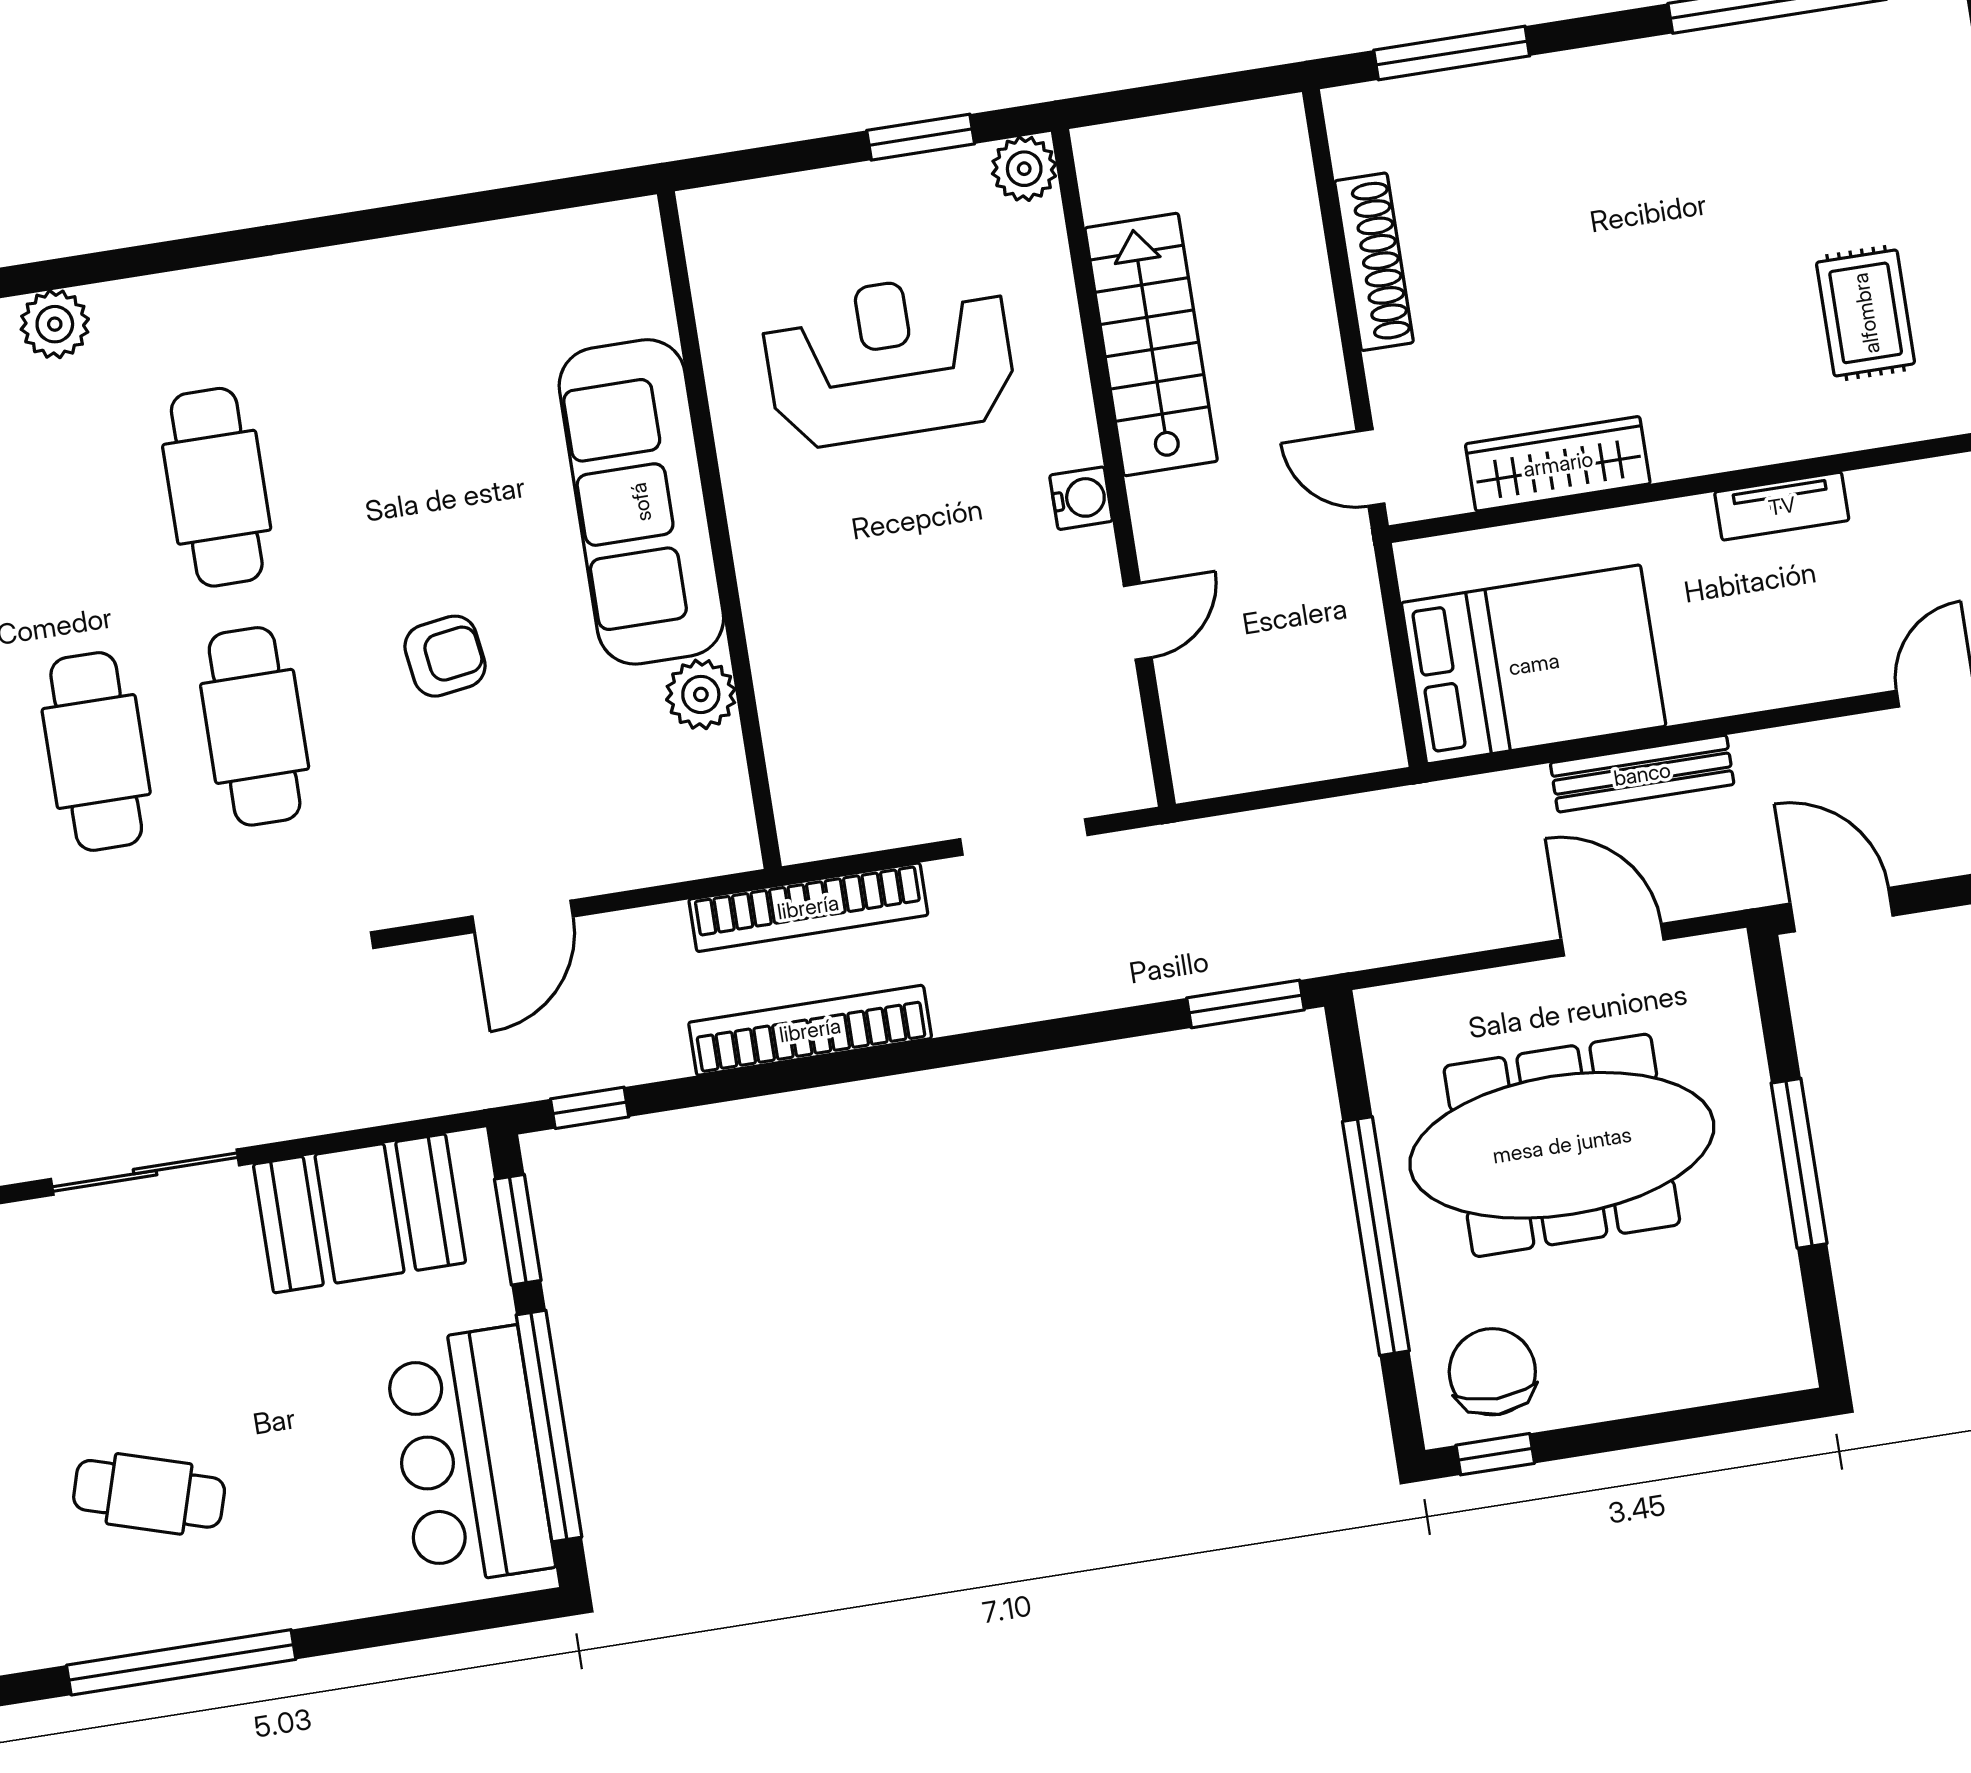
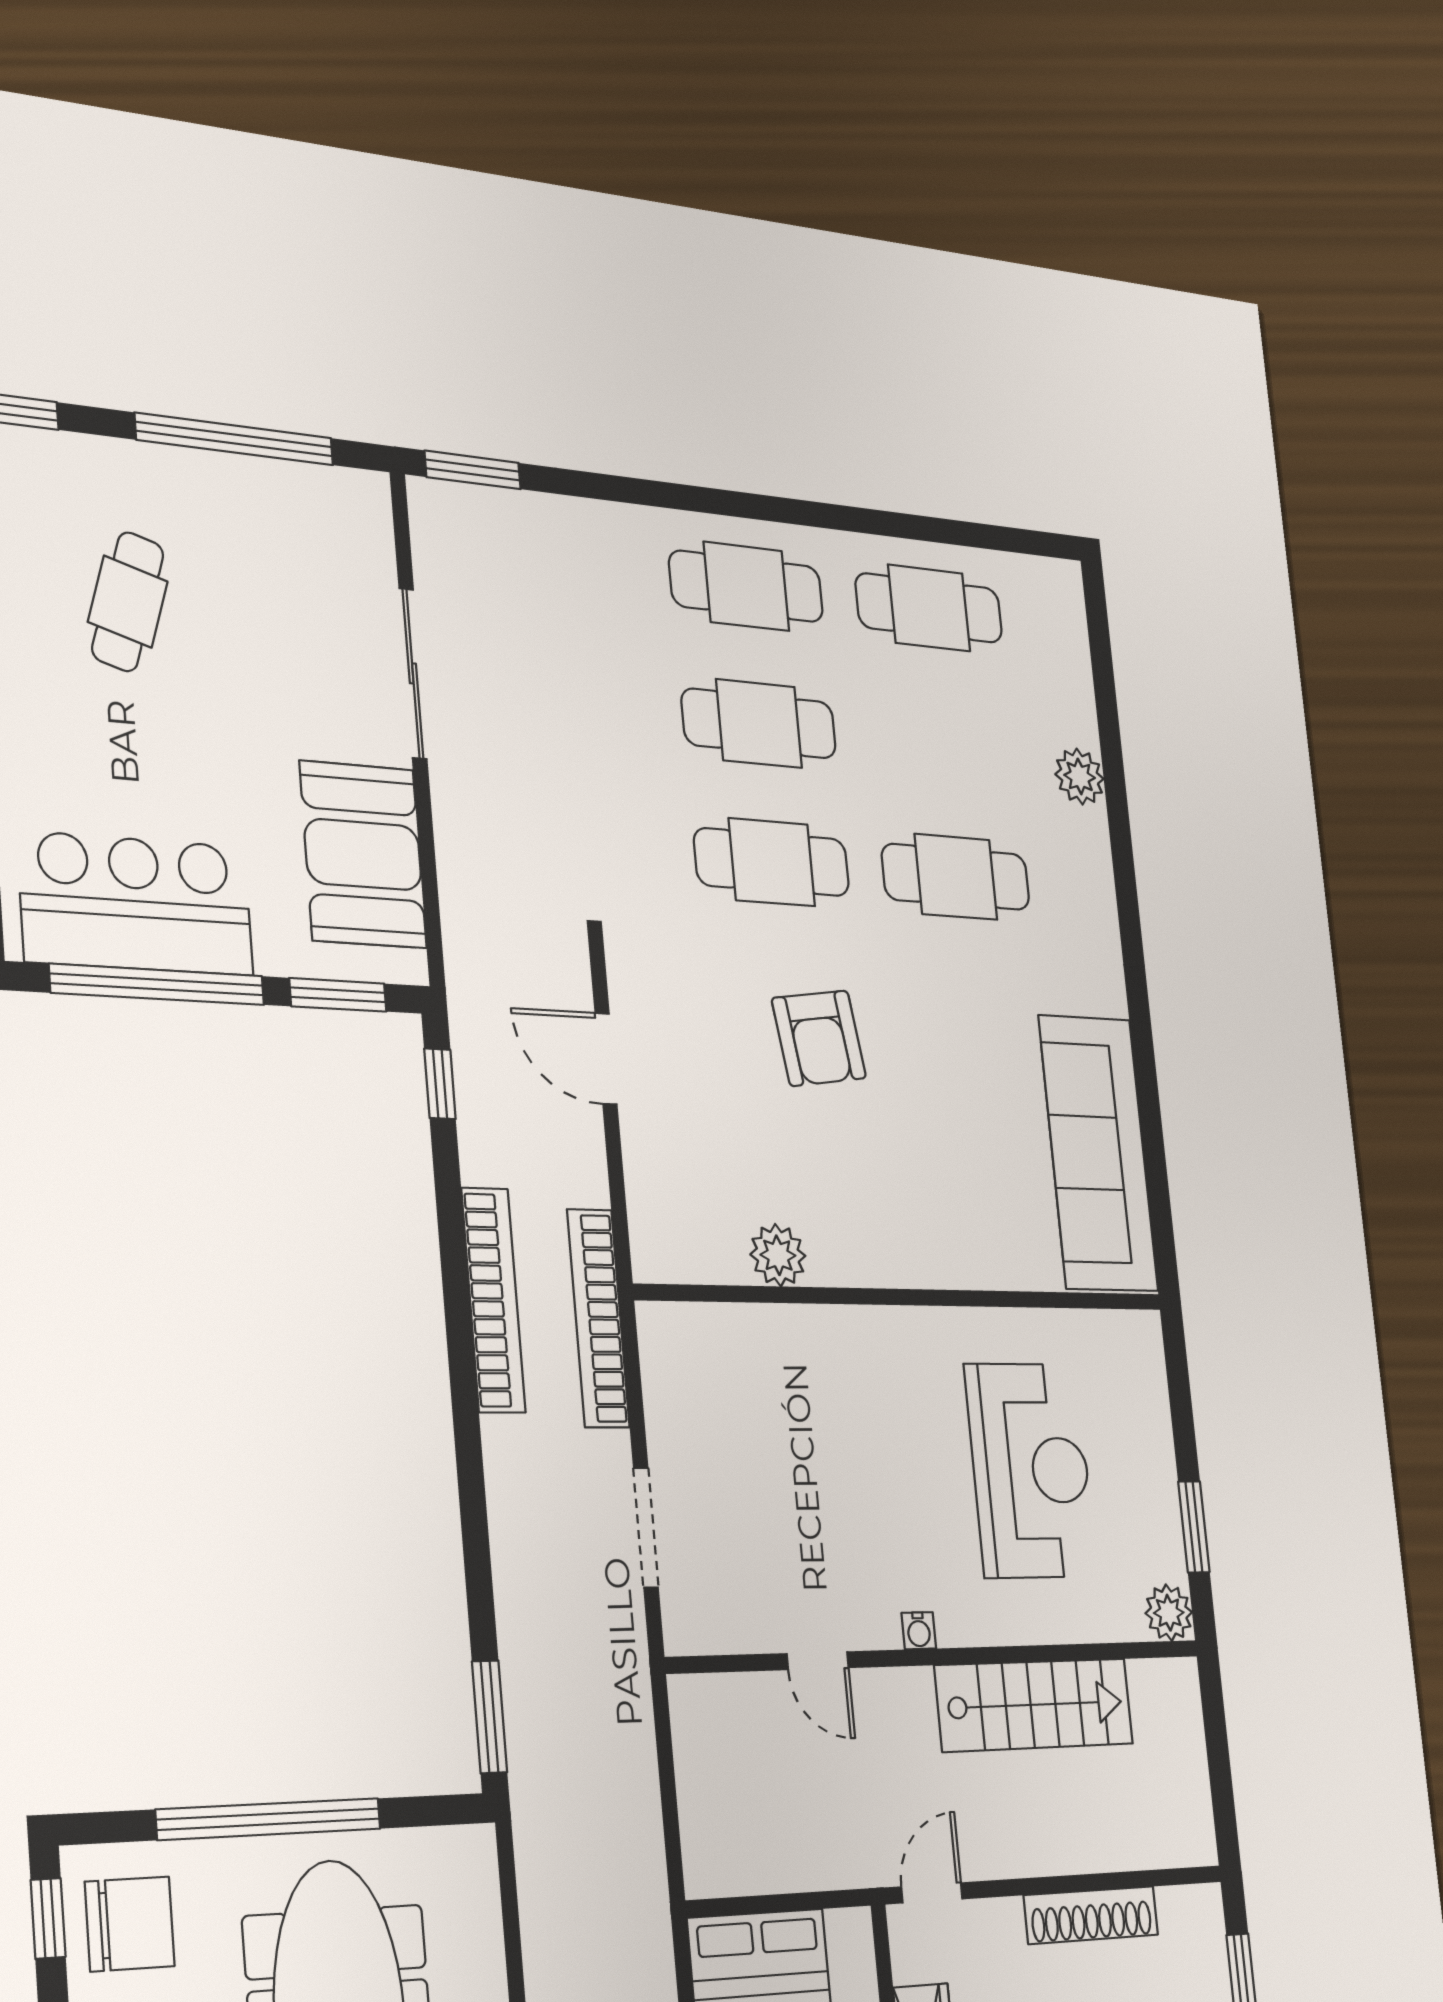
water cooler: (1081, 498) -> (919, 1631), width x0.72, depth x0.72
sofa: (641, 502) -> (1098, 1153), moved, turned -90
armchair: (445, 656) -> (819, 1038), width x1.38, depth x1.38

